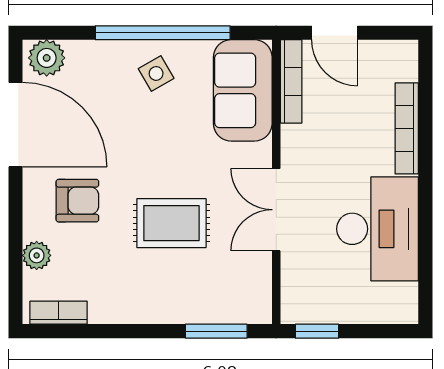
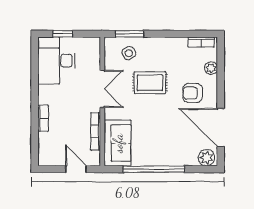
side table: (156, 73) -> (129, 53), moved
bookcase: (291, 81) -> (96, 131), moved
bookcase: (407, 128) -> (43, 118), width x0.64
desk: (377, 229) -> (56, 61), moved
window: (317, 331) -> (63, 34), moved

